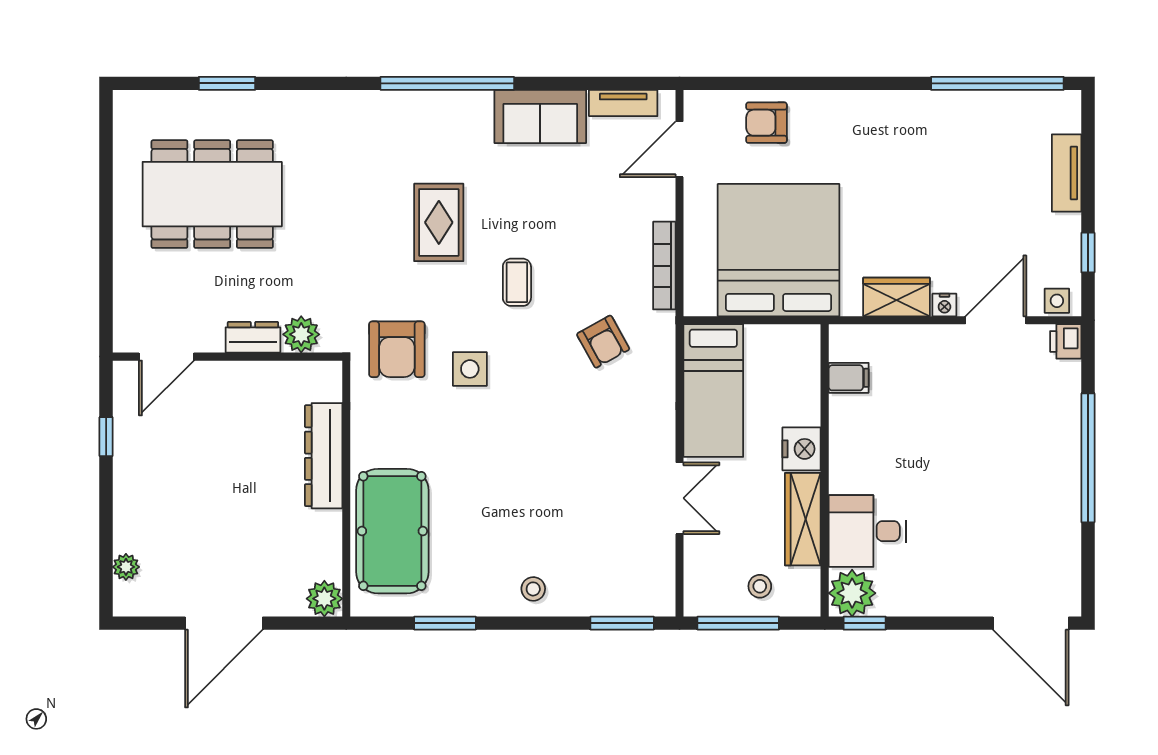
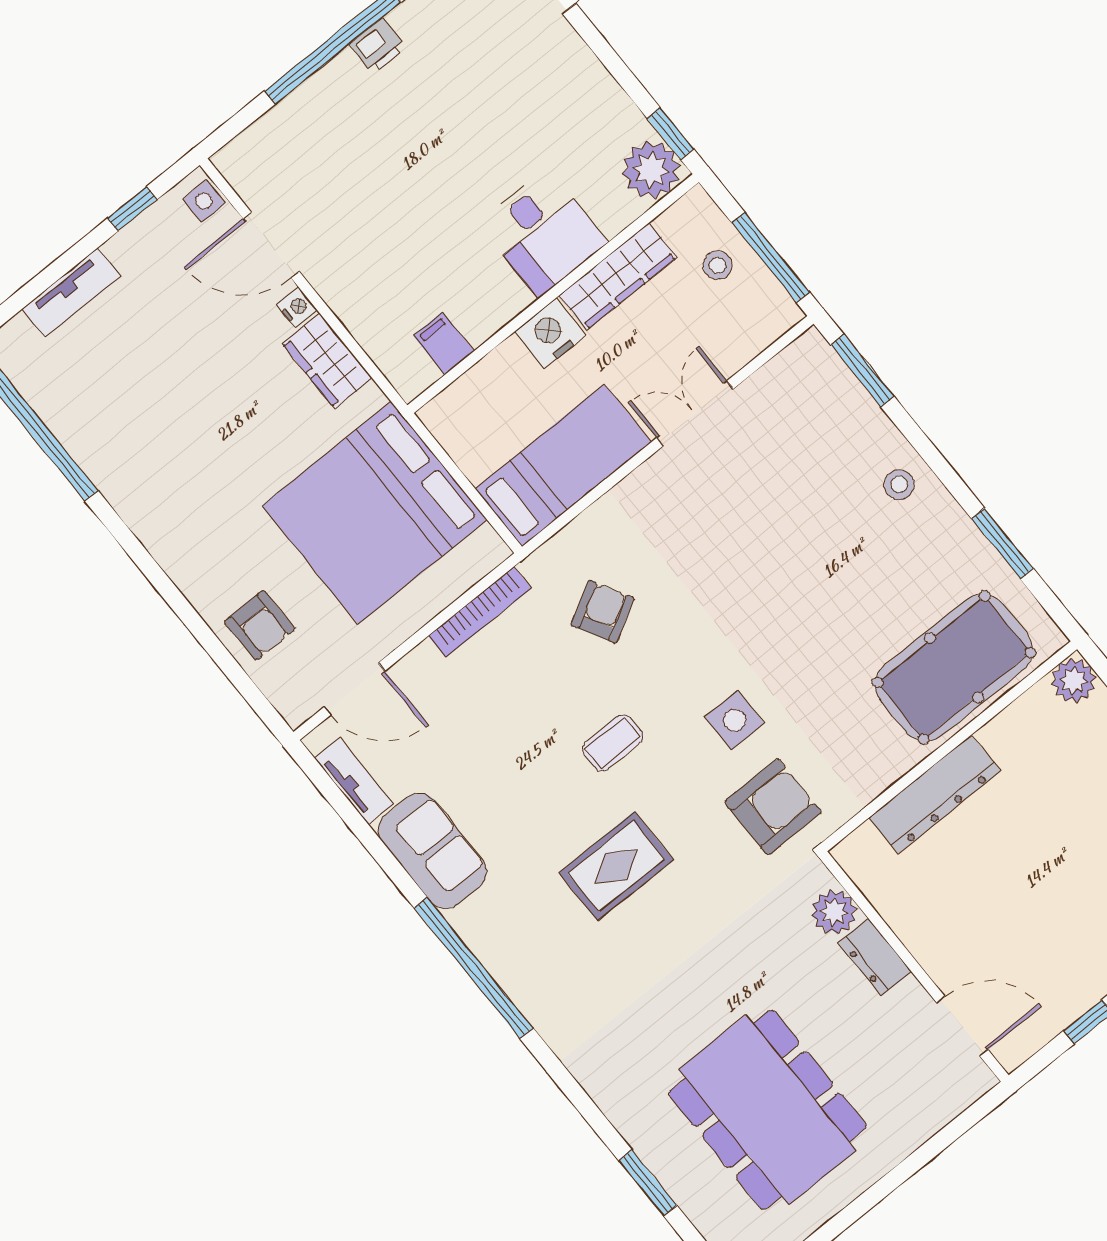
printer: (1066, 341) -> (378, 46), moved
desk: (867, 531) -> (543, 233), moved

